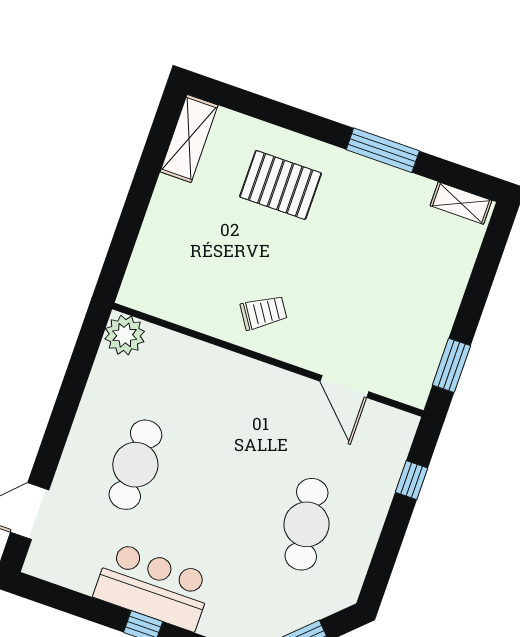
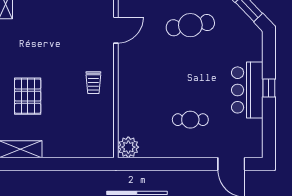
trolley: (264, 312) -> (93, 83), turned -147
cafe table: (135, 465) -> (190, 120), width x0.73, depth x0.74

